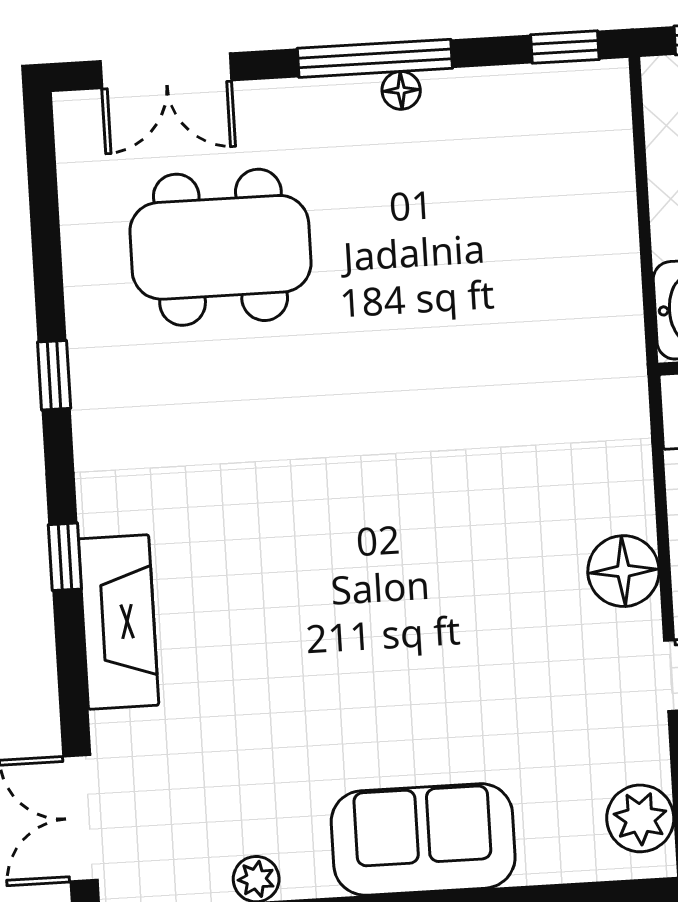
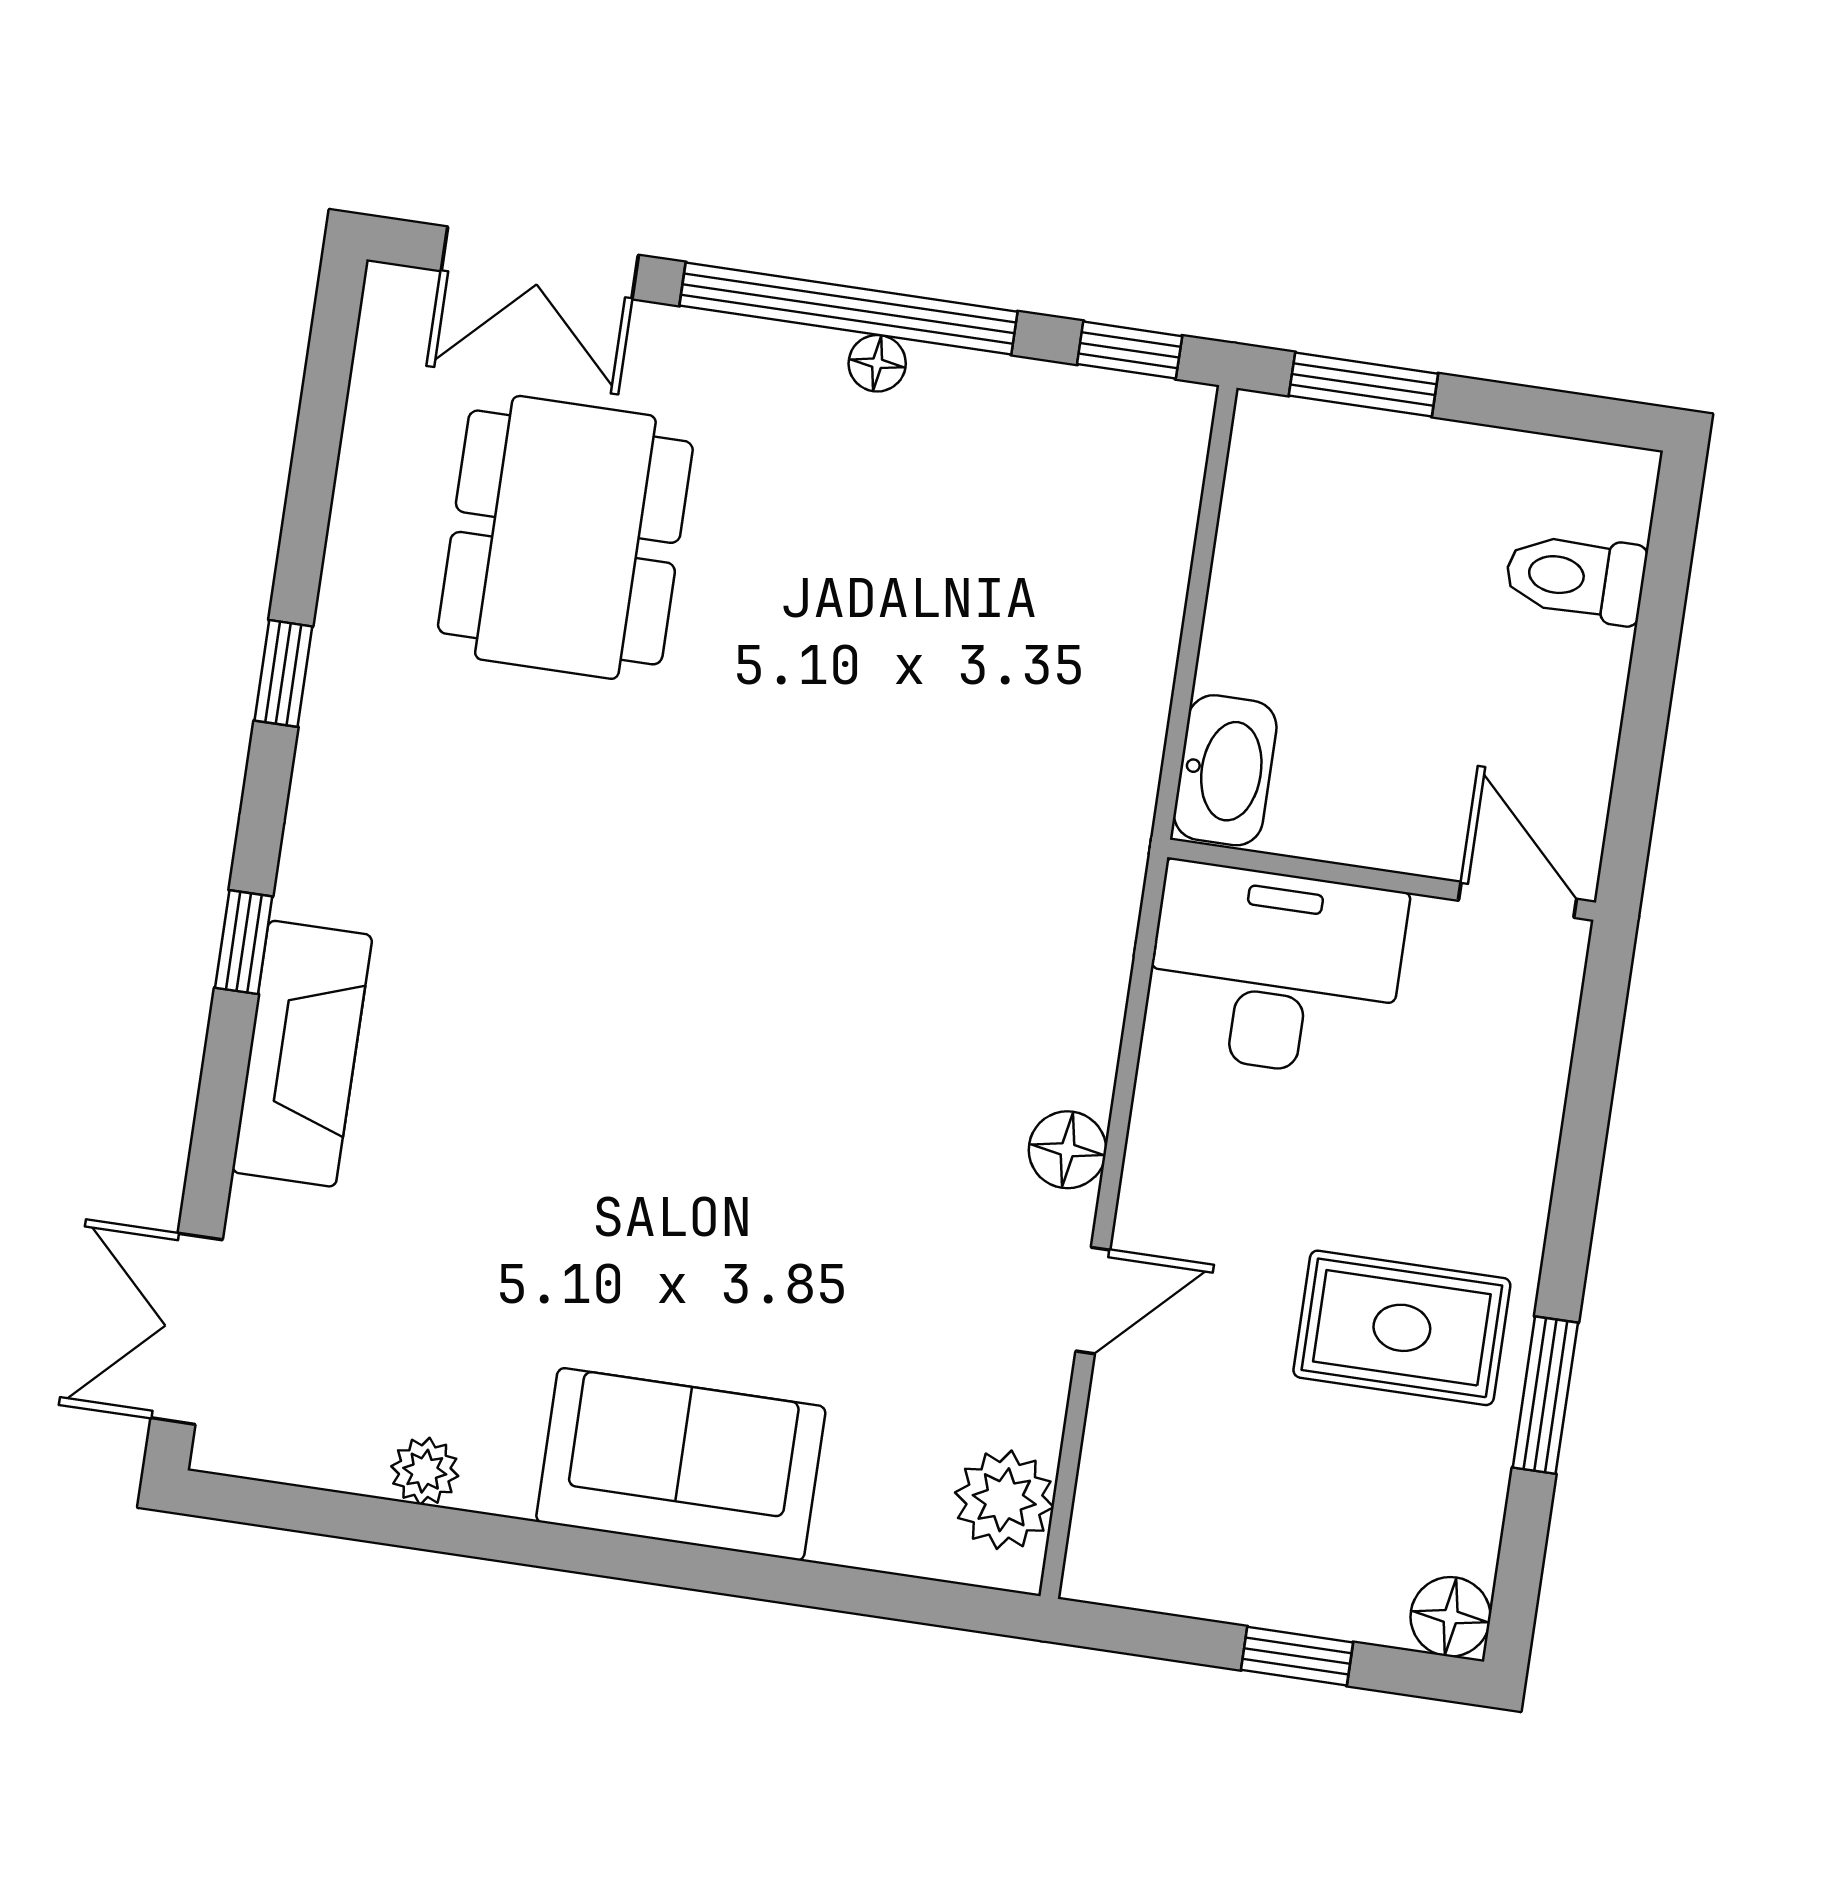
window: (375, 58) -> (849, 309), width x1.46
dining table: (220, 247) -> (565, 537), turned 90
floor lamp: (623, 571) -> (1067, 1150), width x0.73, depth x0.73

